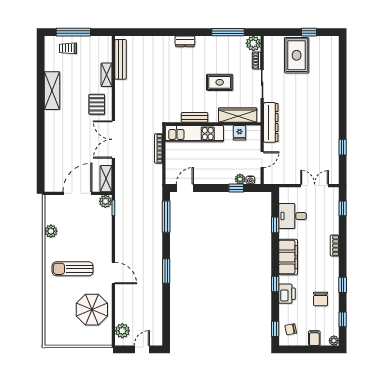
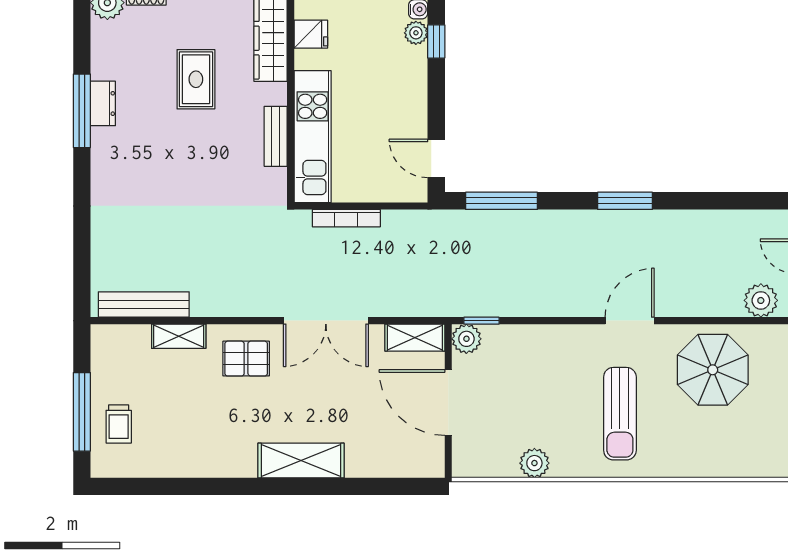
window: (228, 32) -> (82, 111), moved
dresser: (185, 41) -> (103, 103), moved
shelving: (52, 91) -> (301, 461), moved

